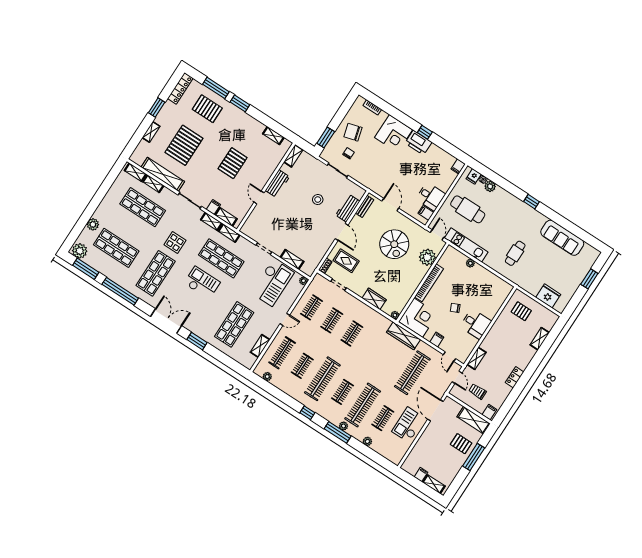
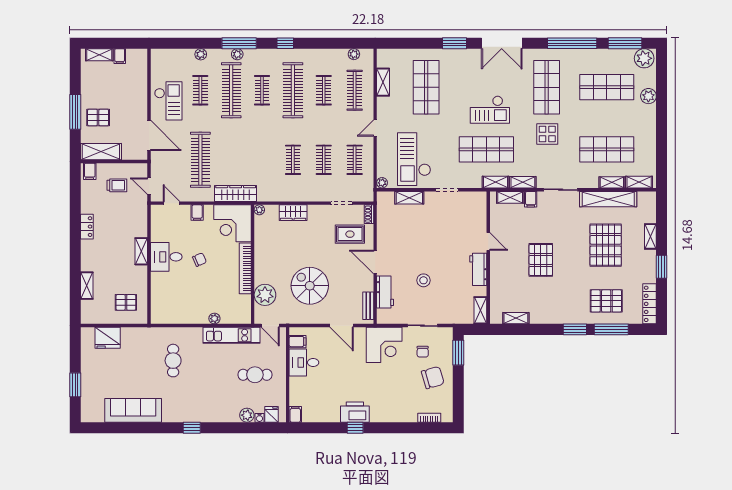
corner desk: (394, 134) -> (384, 345), moved, turned 180
cafe table: (468, 209) -> (255, 375), width x0.73, depth x0.74
shelving: (476, 358) -> (141, 251), moved

